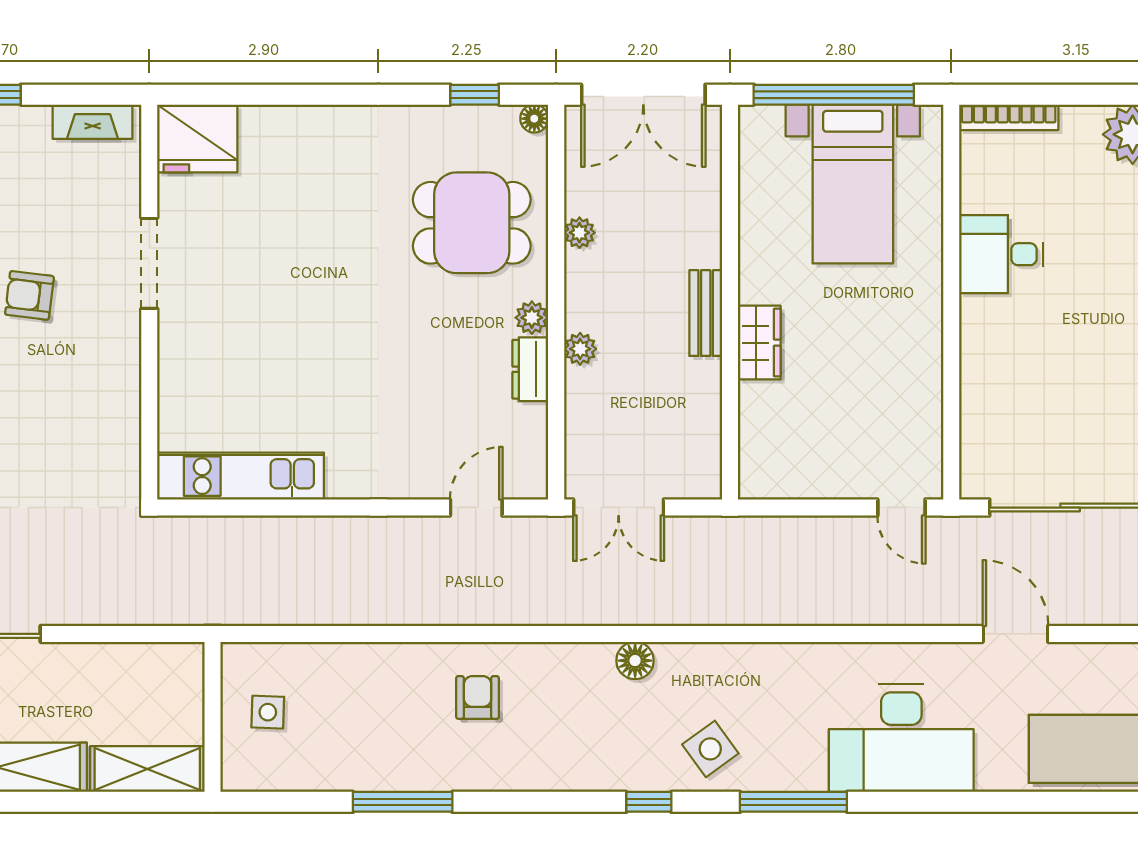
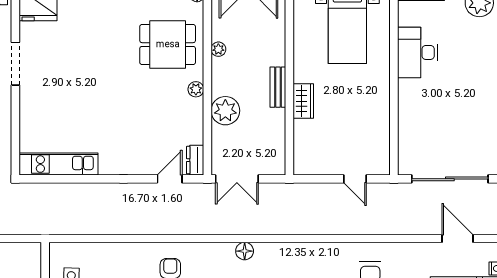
desk: (1001, 254) -> (417, 52), width x1.37
plant: (580, 349) -> (225, 111), width x1.88, depth x1.88
dresser: (530, 369) -> (195, 160), moved
door: (901, 508) -> (355, 179), moved
door: (1015, 634) -> (457, 239), moved

